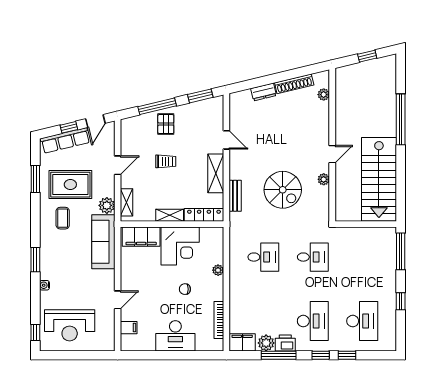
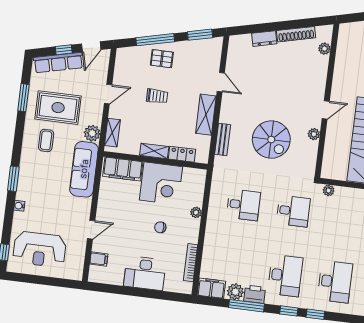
pallet: (166, 124) -> (162, 59), turned 90
locker: (204, 215) -> (182, 154), width x0.66
plant: (345, 233) -> (329, 190), added

